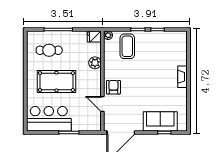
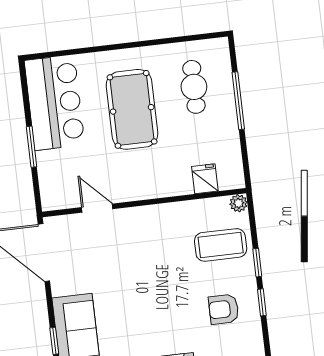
fridge: (94, 37) -> (205, 179), moved
plant: (95, 63) -> (179, 183), removed
armchair: (113, 87) -> (224, 309), moved, turned 180
door: (102, 104) -> (97, 208), hinge flipped

